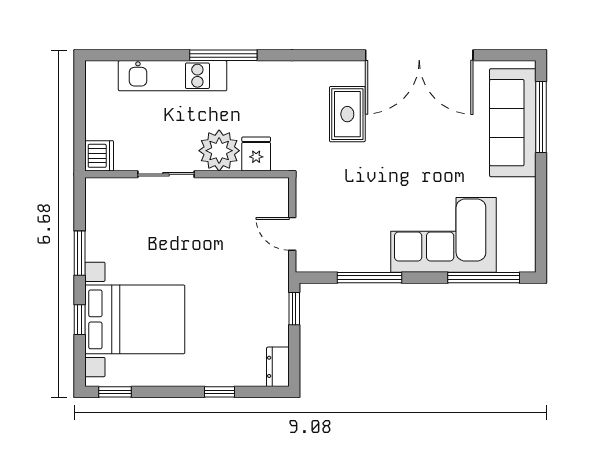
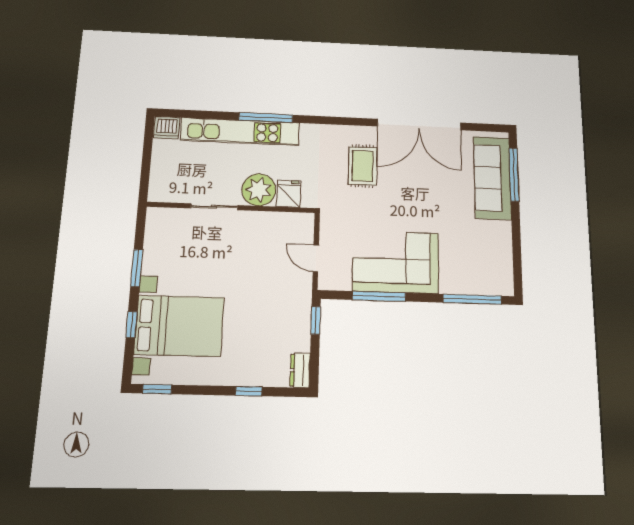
kitchen unit: (173, 76) -> (240, 132), width x1.36
dishwasher: (99, 156) -> (167, 128), moved, turned 90
corner sofa: (444, 235) -> (396, 262), moved

